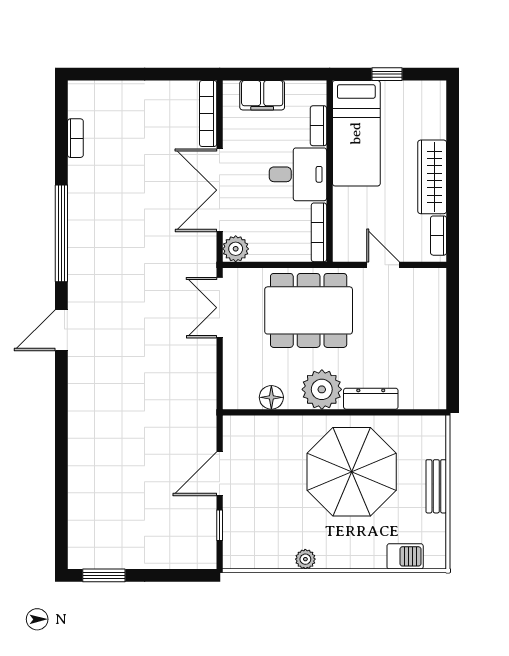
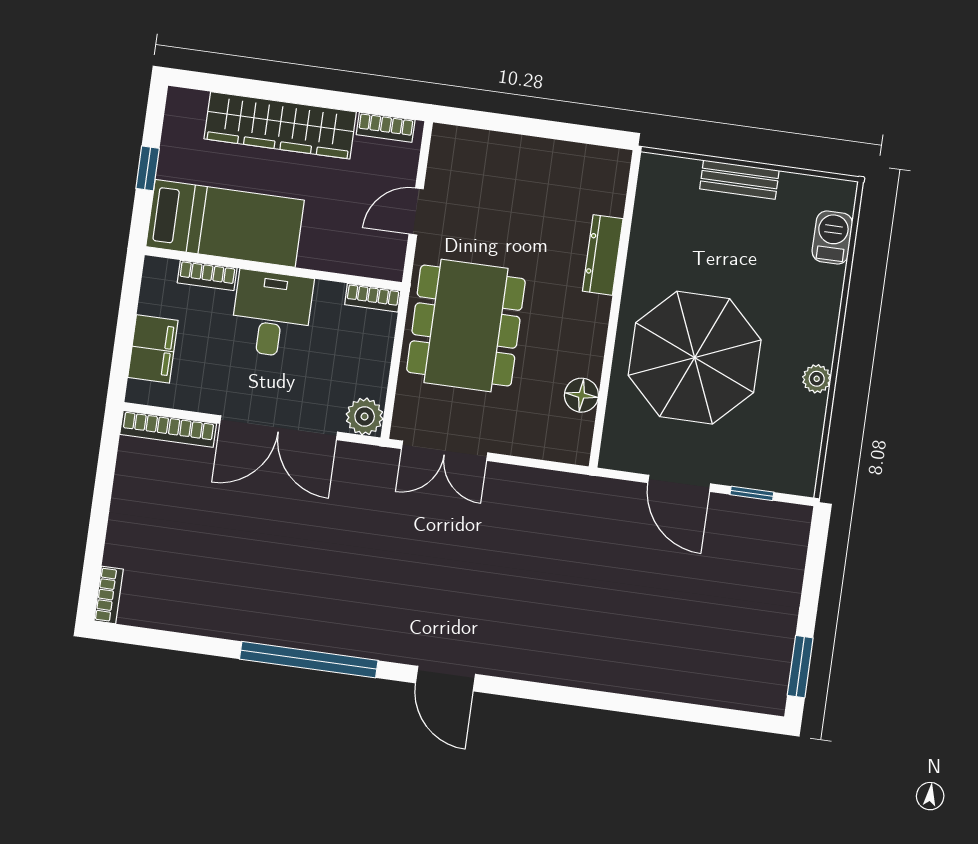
bookcase: (75, 138) -> (109, 595), moved, turned 90
wardrobe: (432, 177) -> (280, 125), width x1.40, depth x1.17
bookcase: (319, 232) -> (373, 298), width x0.64
plant: (322, 389) -> (580, 322), removed
parasol: (352, 472) -> (695, 358), moved

